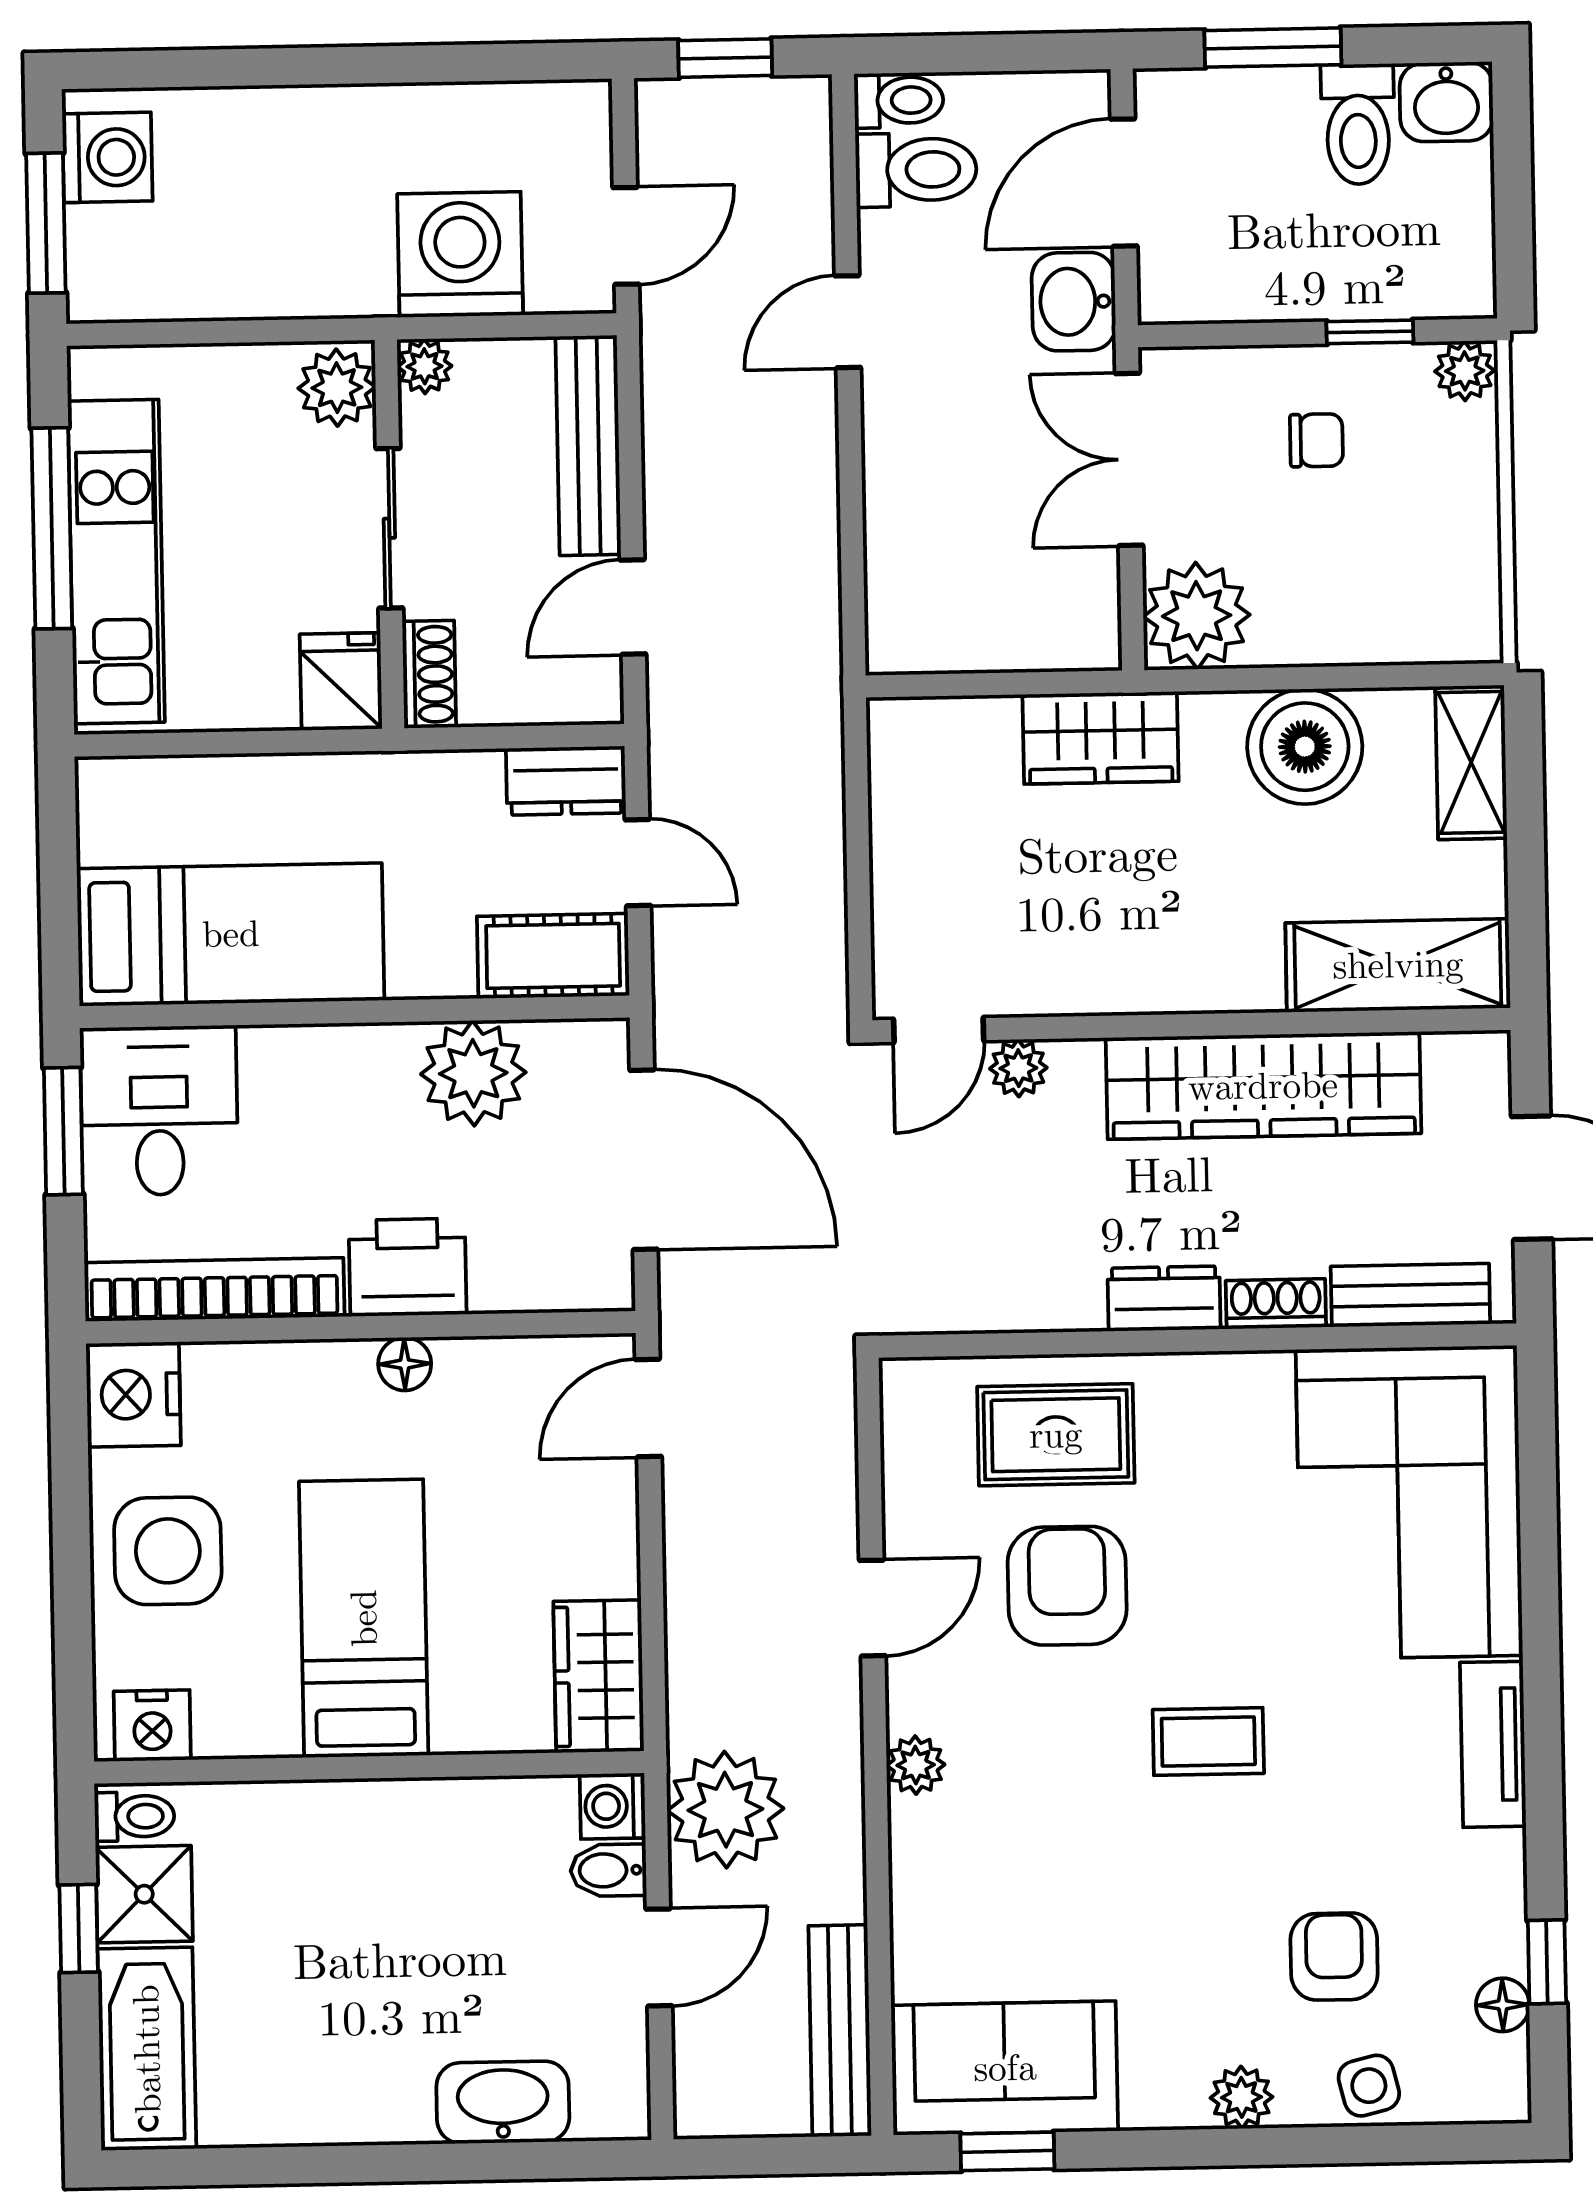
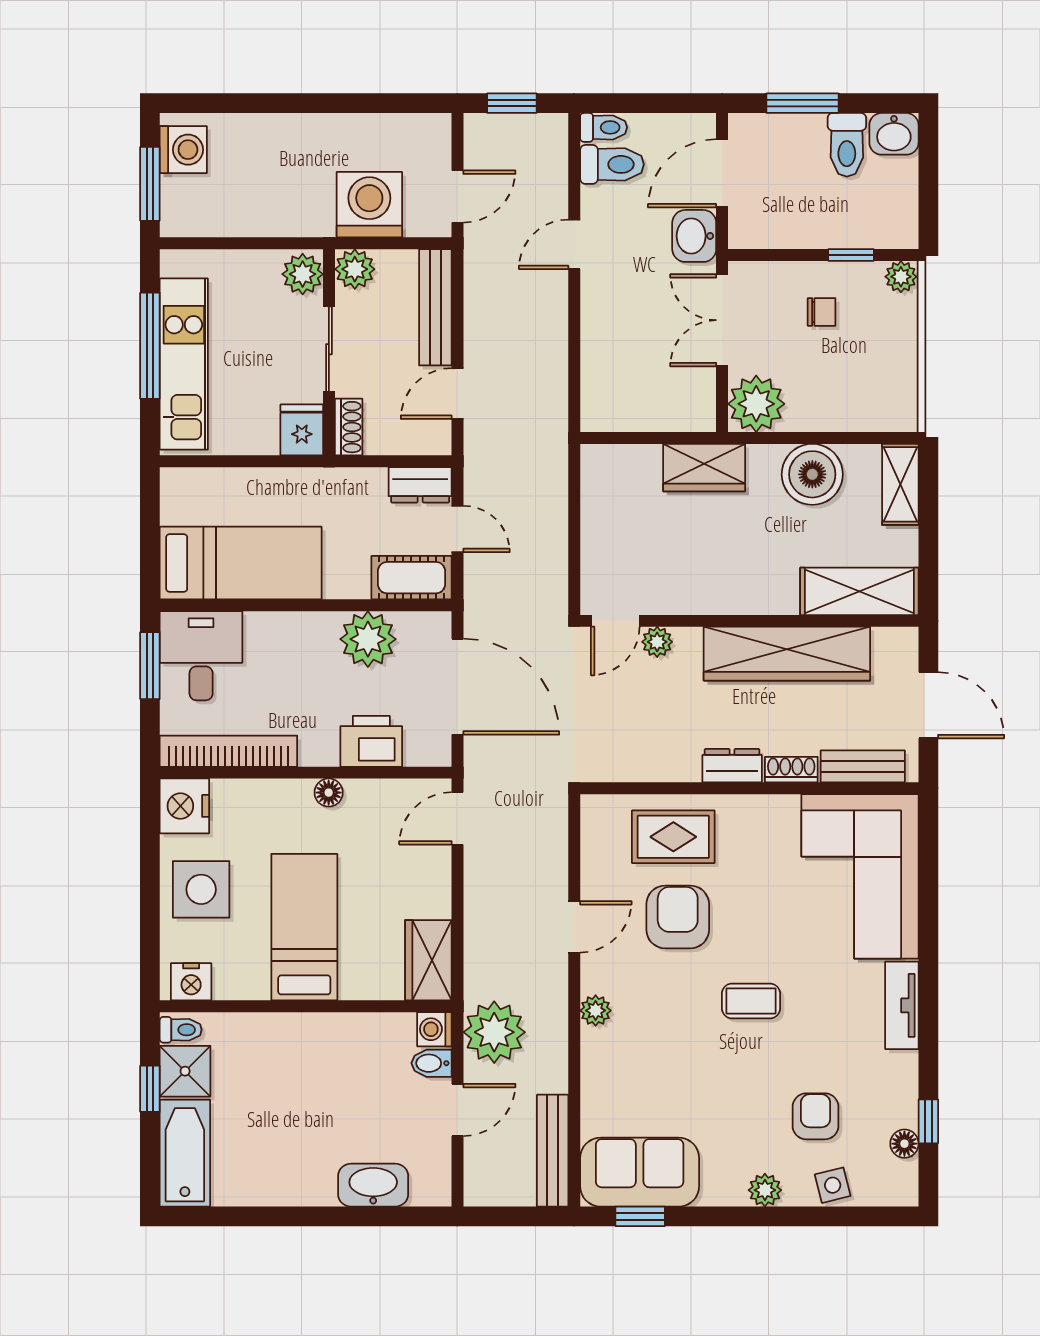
plant: (425, 366) -> (355, 269), width x1.38, depth x1.38
printer: (408, 1267) -> (371, 741), moved

